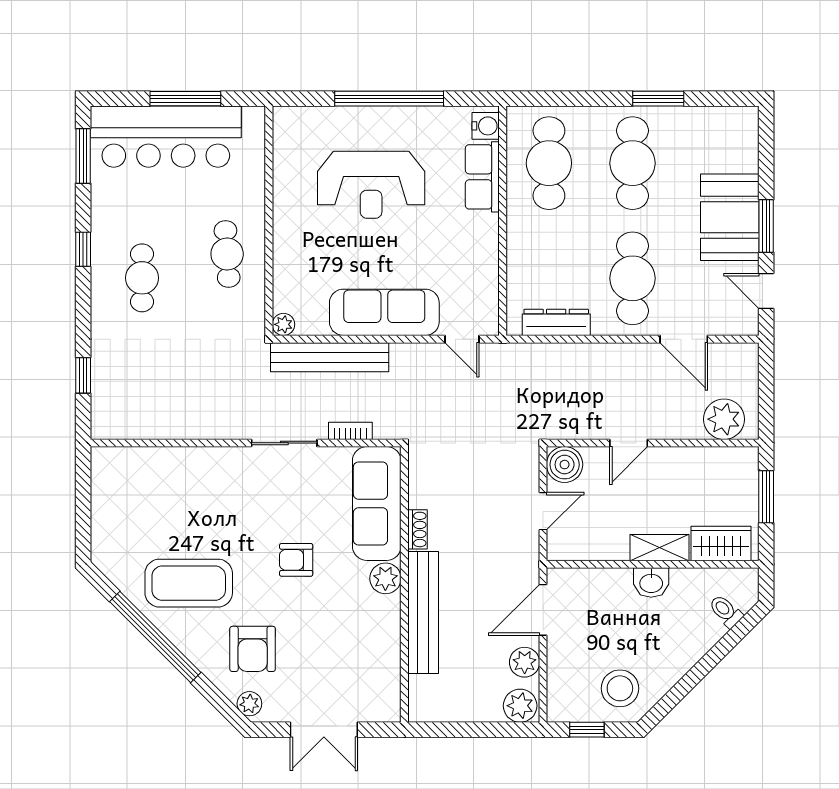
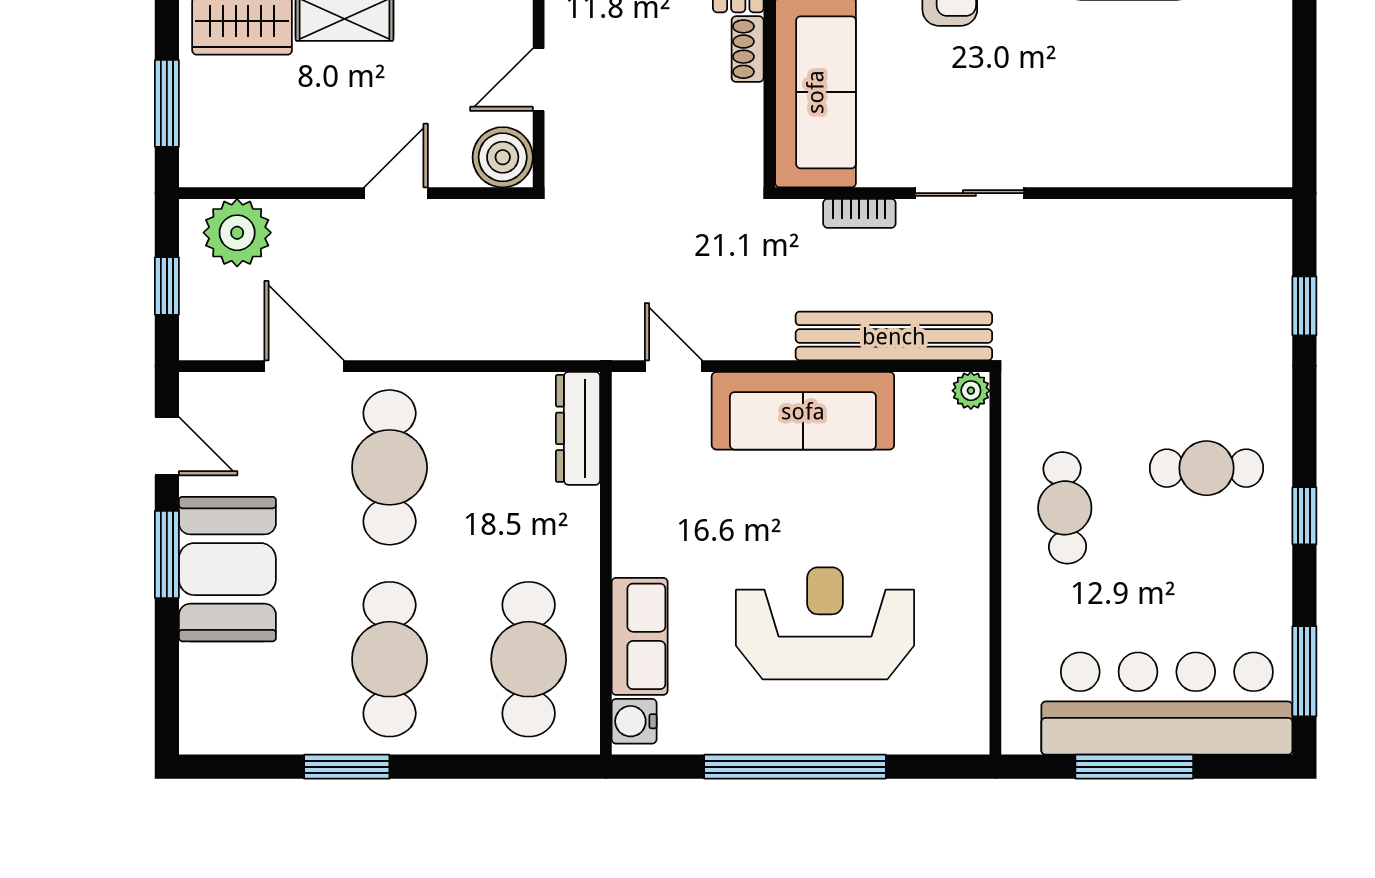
cafe table: (142, 278) -> (1207, 468), turned 90
dresser: (556, 322) -> (578, 428), moved, turned 90
window: (766, 387) -> (167, 286), added

